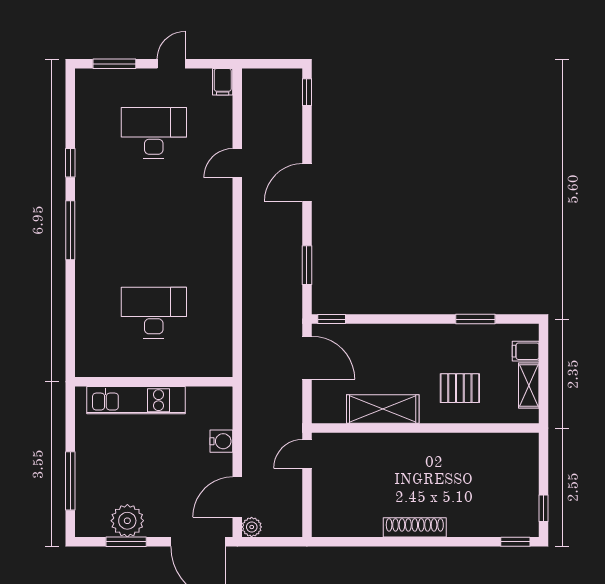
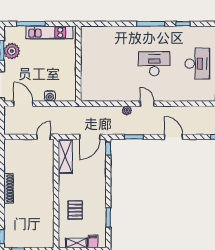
door: (237, 163) -> (147, 104), moved
desk: (154, 313) -> (154, 64), moved, turned -90
kitchen unit: (136, 400) -> (49, 33), moved, turned -90
shelving: (383, 409) -> (65, 156), moved
door: (307, 454) -> (44, 137), hinge flipped
plant: (252, 527) -> (127, 110), moved

